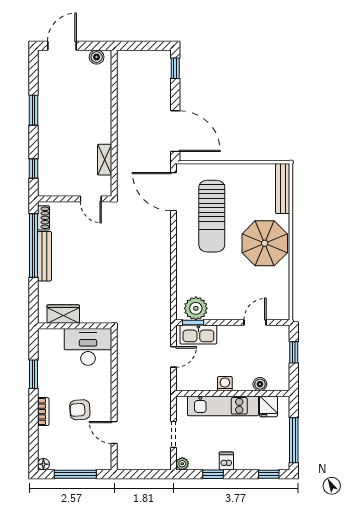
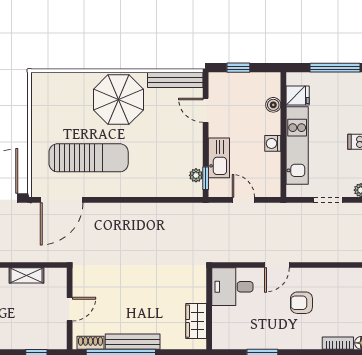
bench: (283, 189) -> (175, 80), moved
door: (91, 199) -> (70, 309), moved
plant: (196, 308) -> (196, 175), width x0.53, depth x0.53
kitchen sink: (198, 335) -> (219, 158), moved
desk: (88, 347) -> (232, 287), width x0.73
armchair: (80, 410) -> (301, 303), turned 94
bookcase: (43, 412) -> (338, 343), moved
door: (114, 432) -> (277, 265), moved

